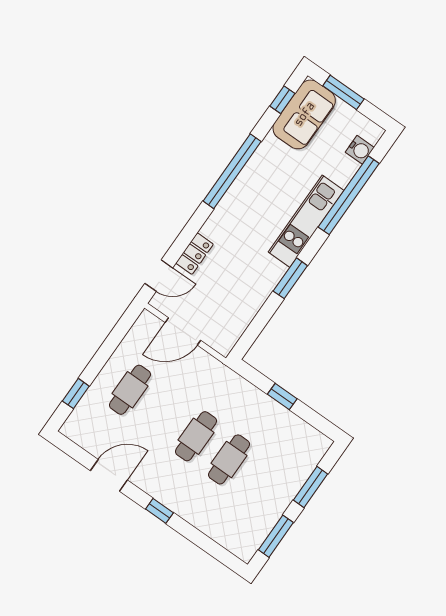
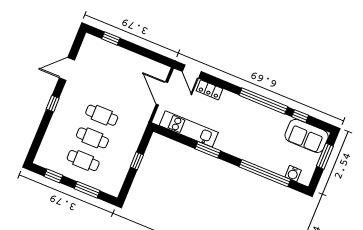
window: (282, 100) -> (300, 116), moved
kitchen unit: (306, 221) -> (189, 129), moved
cafe table: (130, 390) -> (83, 161), moved
door: (109, 475) -> (67, 69), swing flipped
window: (276, 536) -> (53, 176), width x0.67

